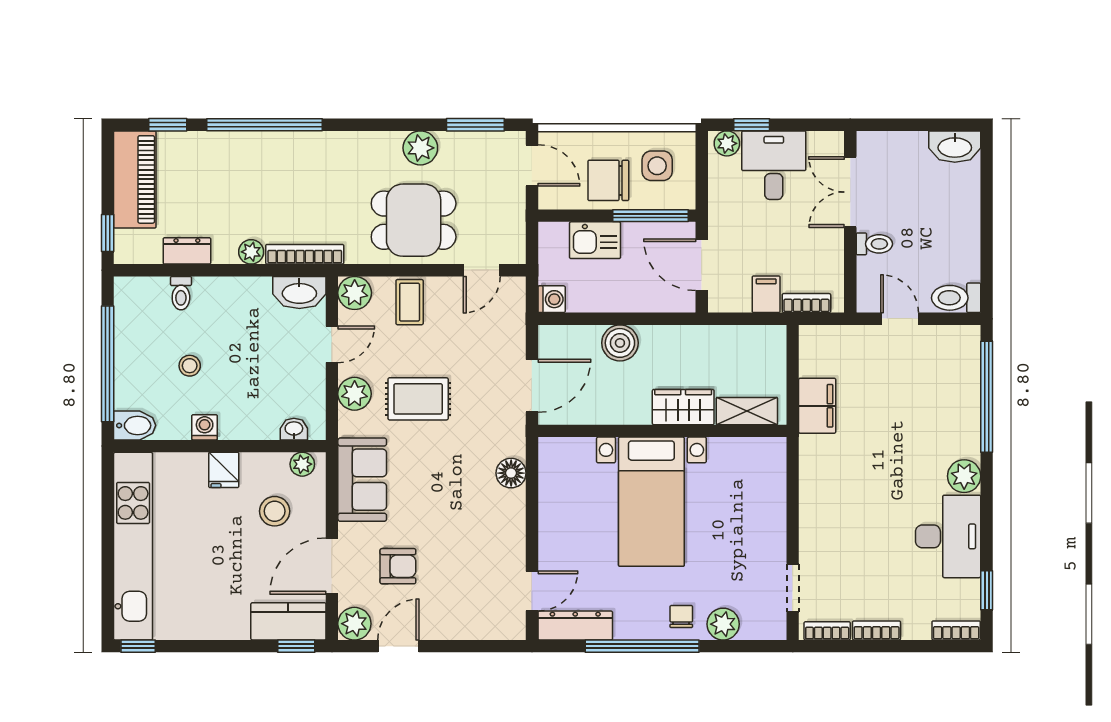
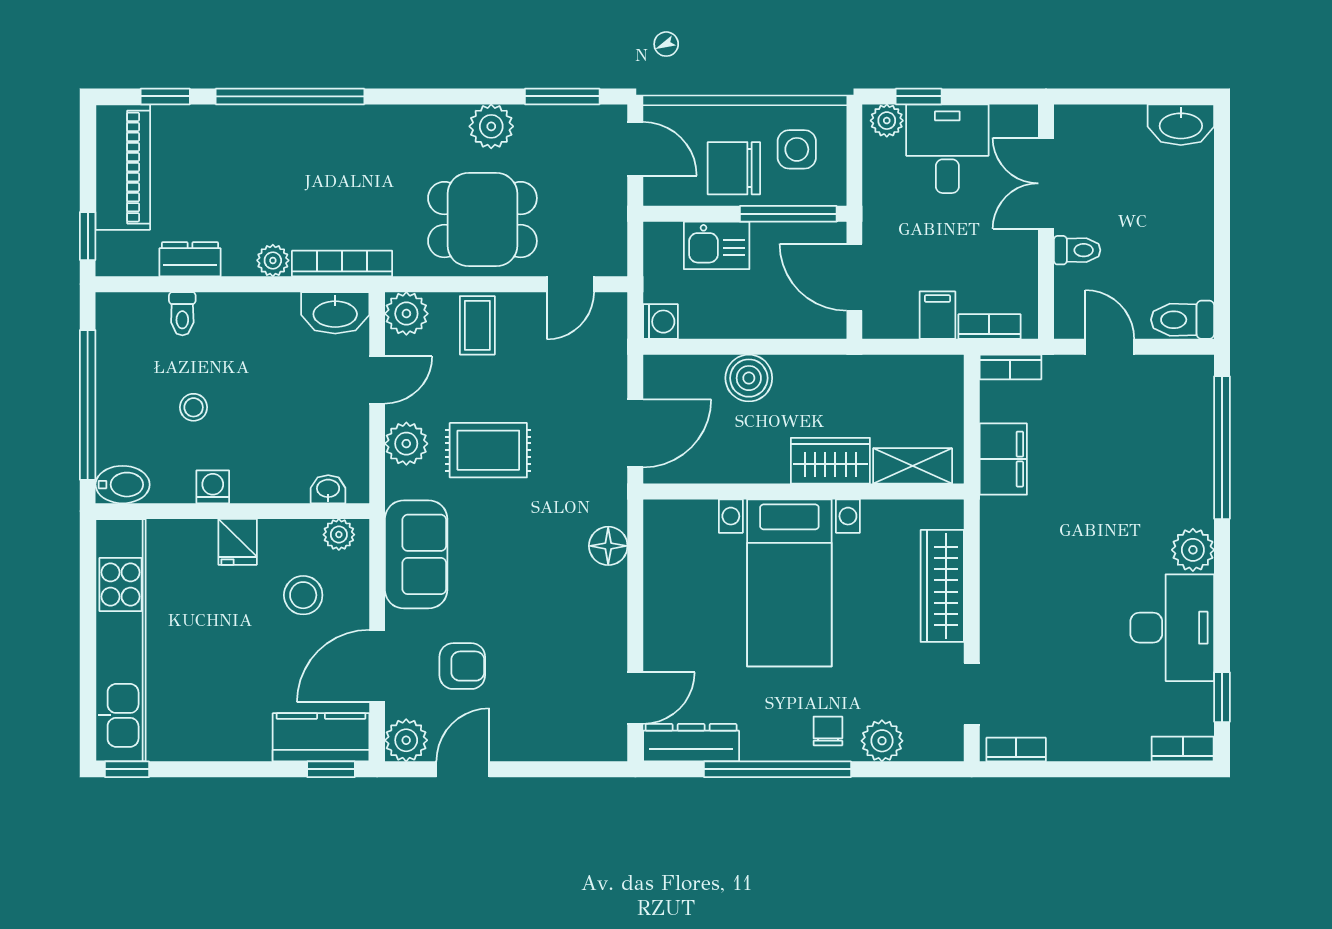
wardrobe: (770, 504) -> (942, 586), added
bookcase: (877, 630) -> (1010, 367), moved, turned 180

